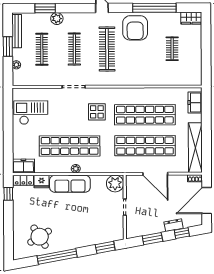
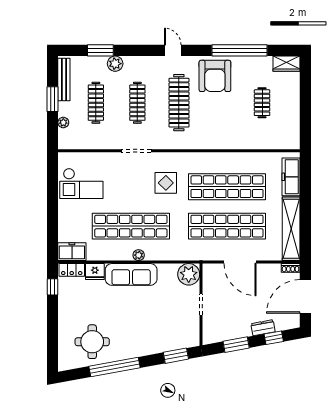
freezer: (195, 103) -> (291, 177), width x1.40
checkout: (31, 113) -> (81, 183), turned 180
round table: (40, 237) -> (92, 342), turned 32

